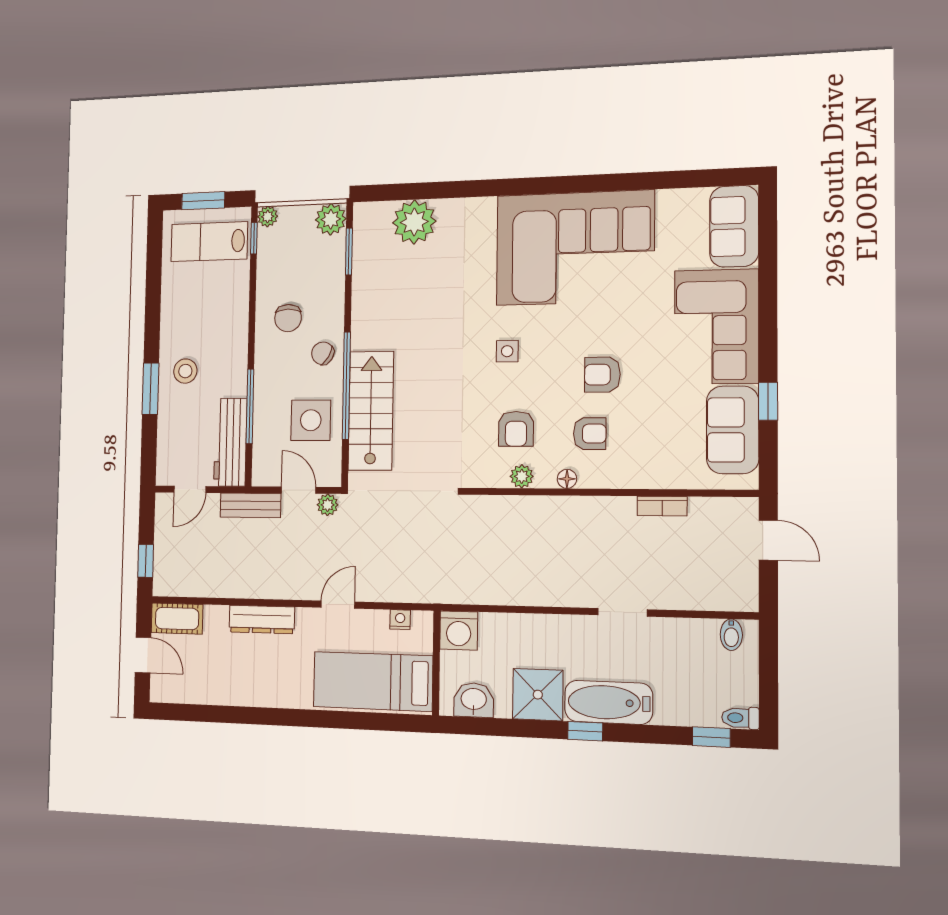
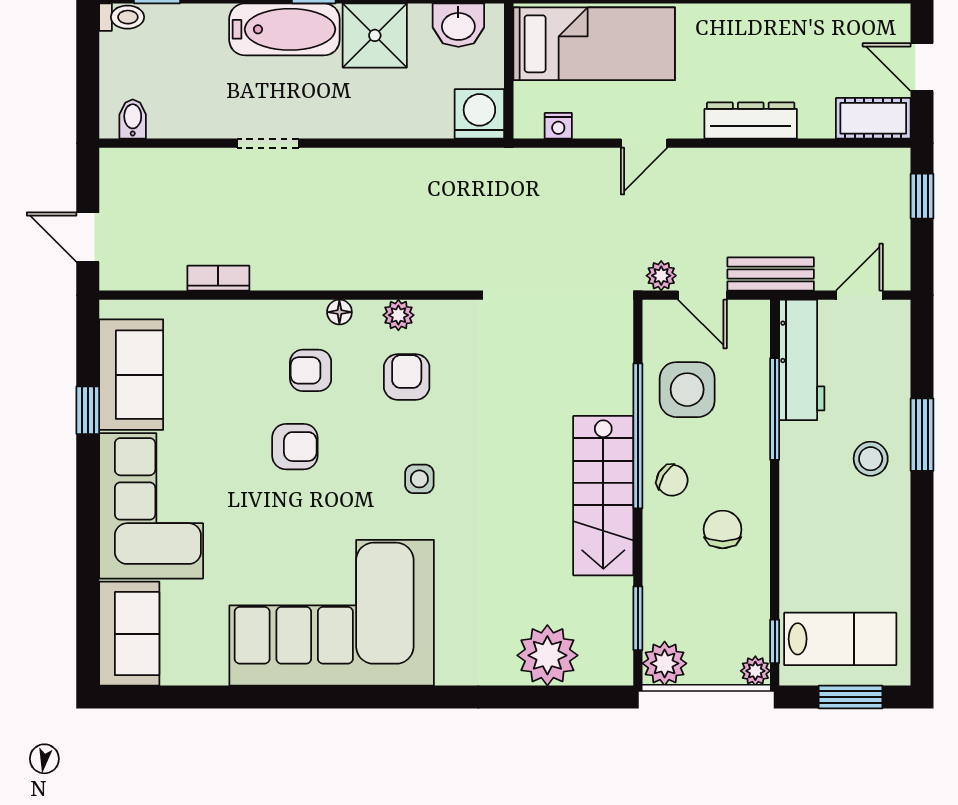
stairs: (371, 411) -> (603, 496), moved

